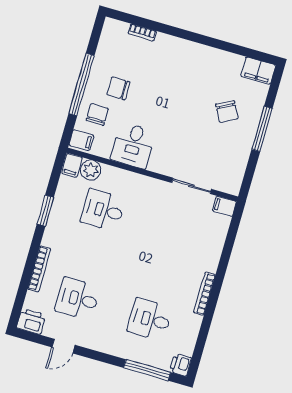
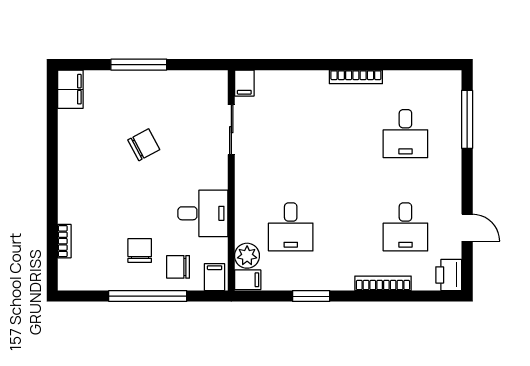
chair: (118, 88) -> (140, 250), turned 180
chair: (227, 112) -> (144, 145), moved
printer: (181, 365) -> (449, 81), removed

